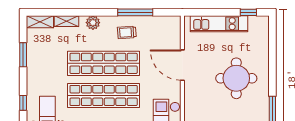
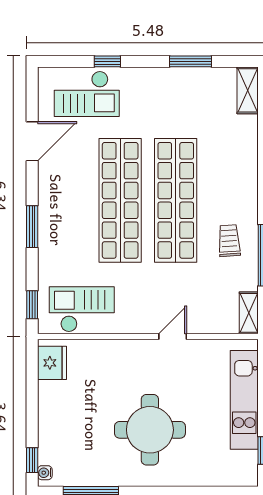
shelving: (67, 21) -> (249, 313), moved
plant: (93, 23) -> (246, 182), removed
door: (182, 65) -> (173, 337), width x0.53

